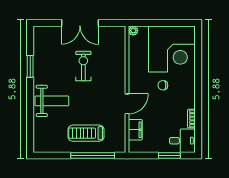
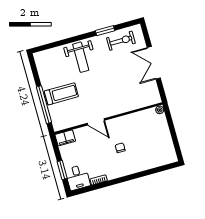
corner desk: (172, 49) -> (153, 147), removed
exercise bike: (83, 66) -> (121, 41), moved
filing cabinet: (135, 130) -> (65, 138), moved
treadmill: (86, 133) -> (61, 94), turned 90

